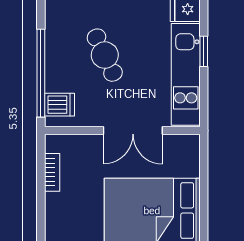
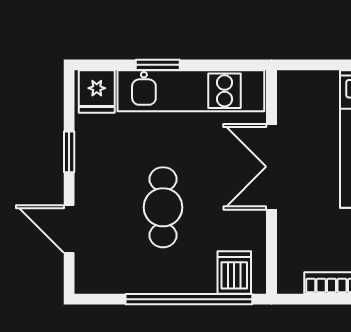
cafe table: (105, 55) -> (163, 207), turned -65
double door: (133, 131) -> (272, 167), swing flipped

